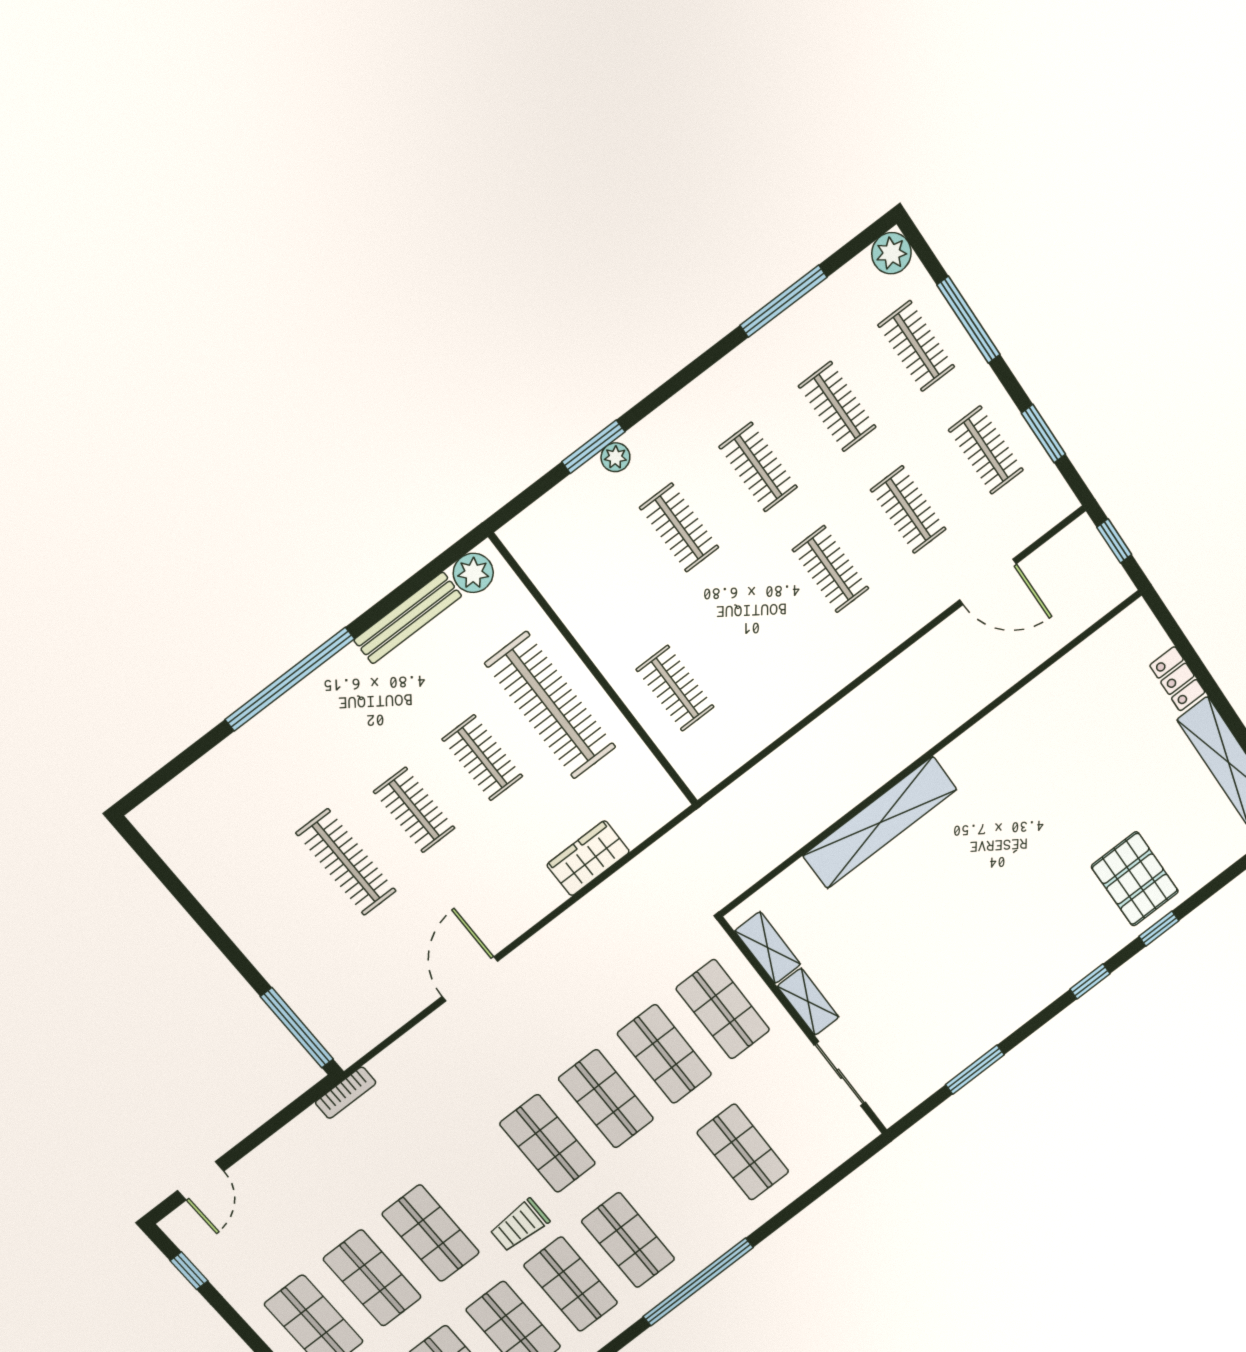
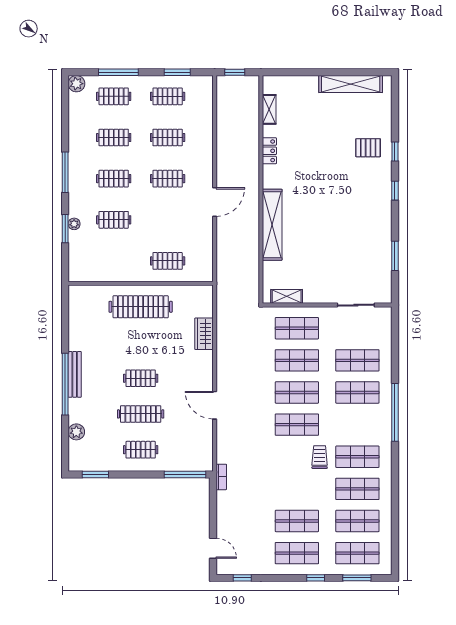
window: (784, 301) -> (65, 172), moved
plant: (473, 573) -> (76, 432), moved
door: (988, 582) -> (215, 202), moved
bench: (408, 618) -> (75, 374), moved
locker: (1177, 679) -> (269, 151), moved, turned -90
clothes rail: (482, 758) -> (141, 450), moved
window: (161, 870) -> (95, 475), added
pallet: (1135, 879) -> (368, 148), width x0.67, depth x0.71
shelving: (808, 1002) -> (269, 109), moved, turned 90
trolley: (520, 1225) -> (320, 457), turned 180
shop shelf: (431, 1233) -> (297, 489), removed
shop shelf: (628, 1240) -> (357, 392), moved

